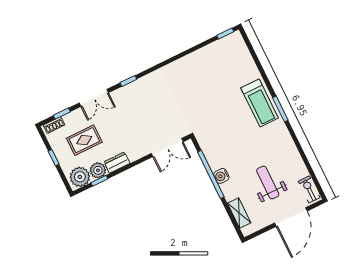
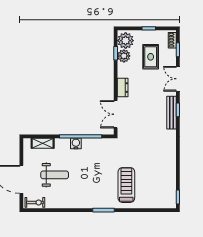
bench: (135, 86) -> (172, 113), added
treadmill: (260, 103) -> (126, 185), moved, turned 90
dresser: (117, 163) -> (123, 88), moved

